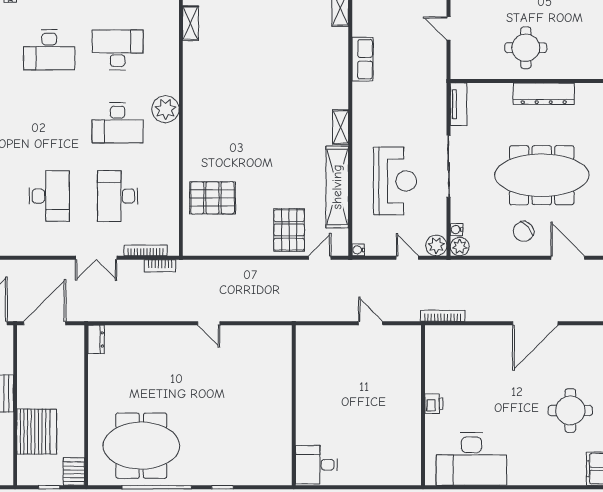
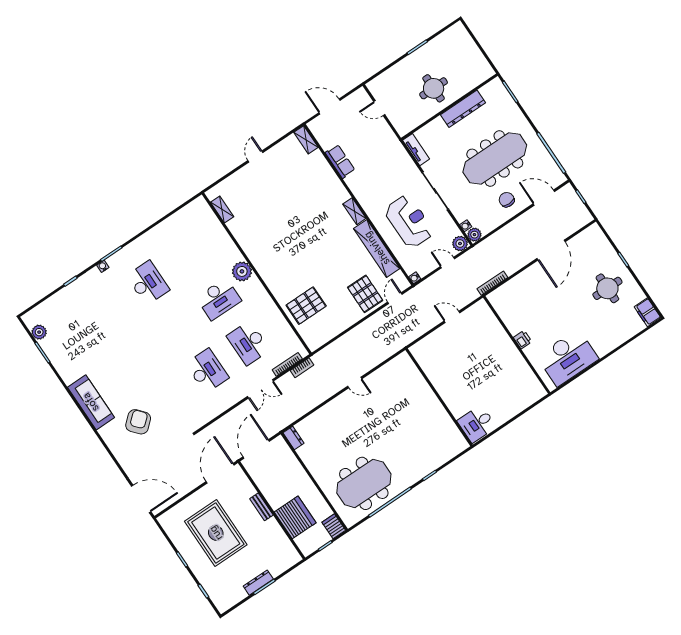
desk: (49, 50) -> (148, 283), turned -90
desk: (118, 50) -> (189, 255), removed
chair: (524, 231) -> (507, 200), turned 130

